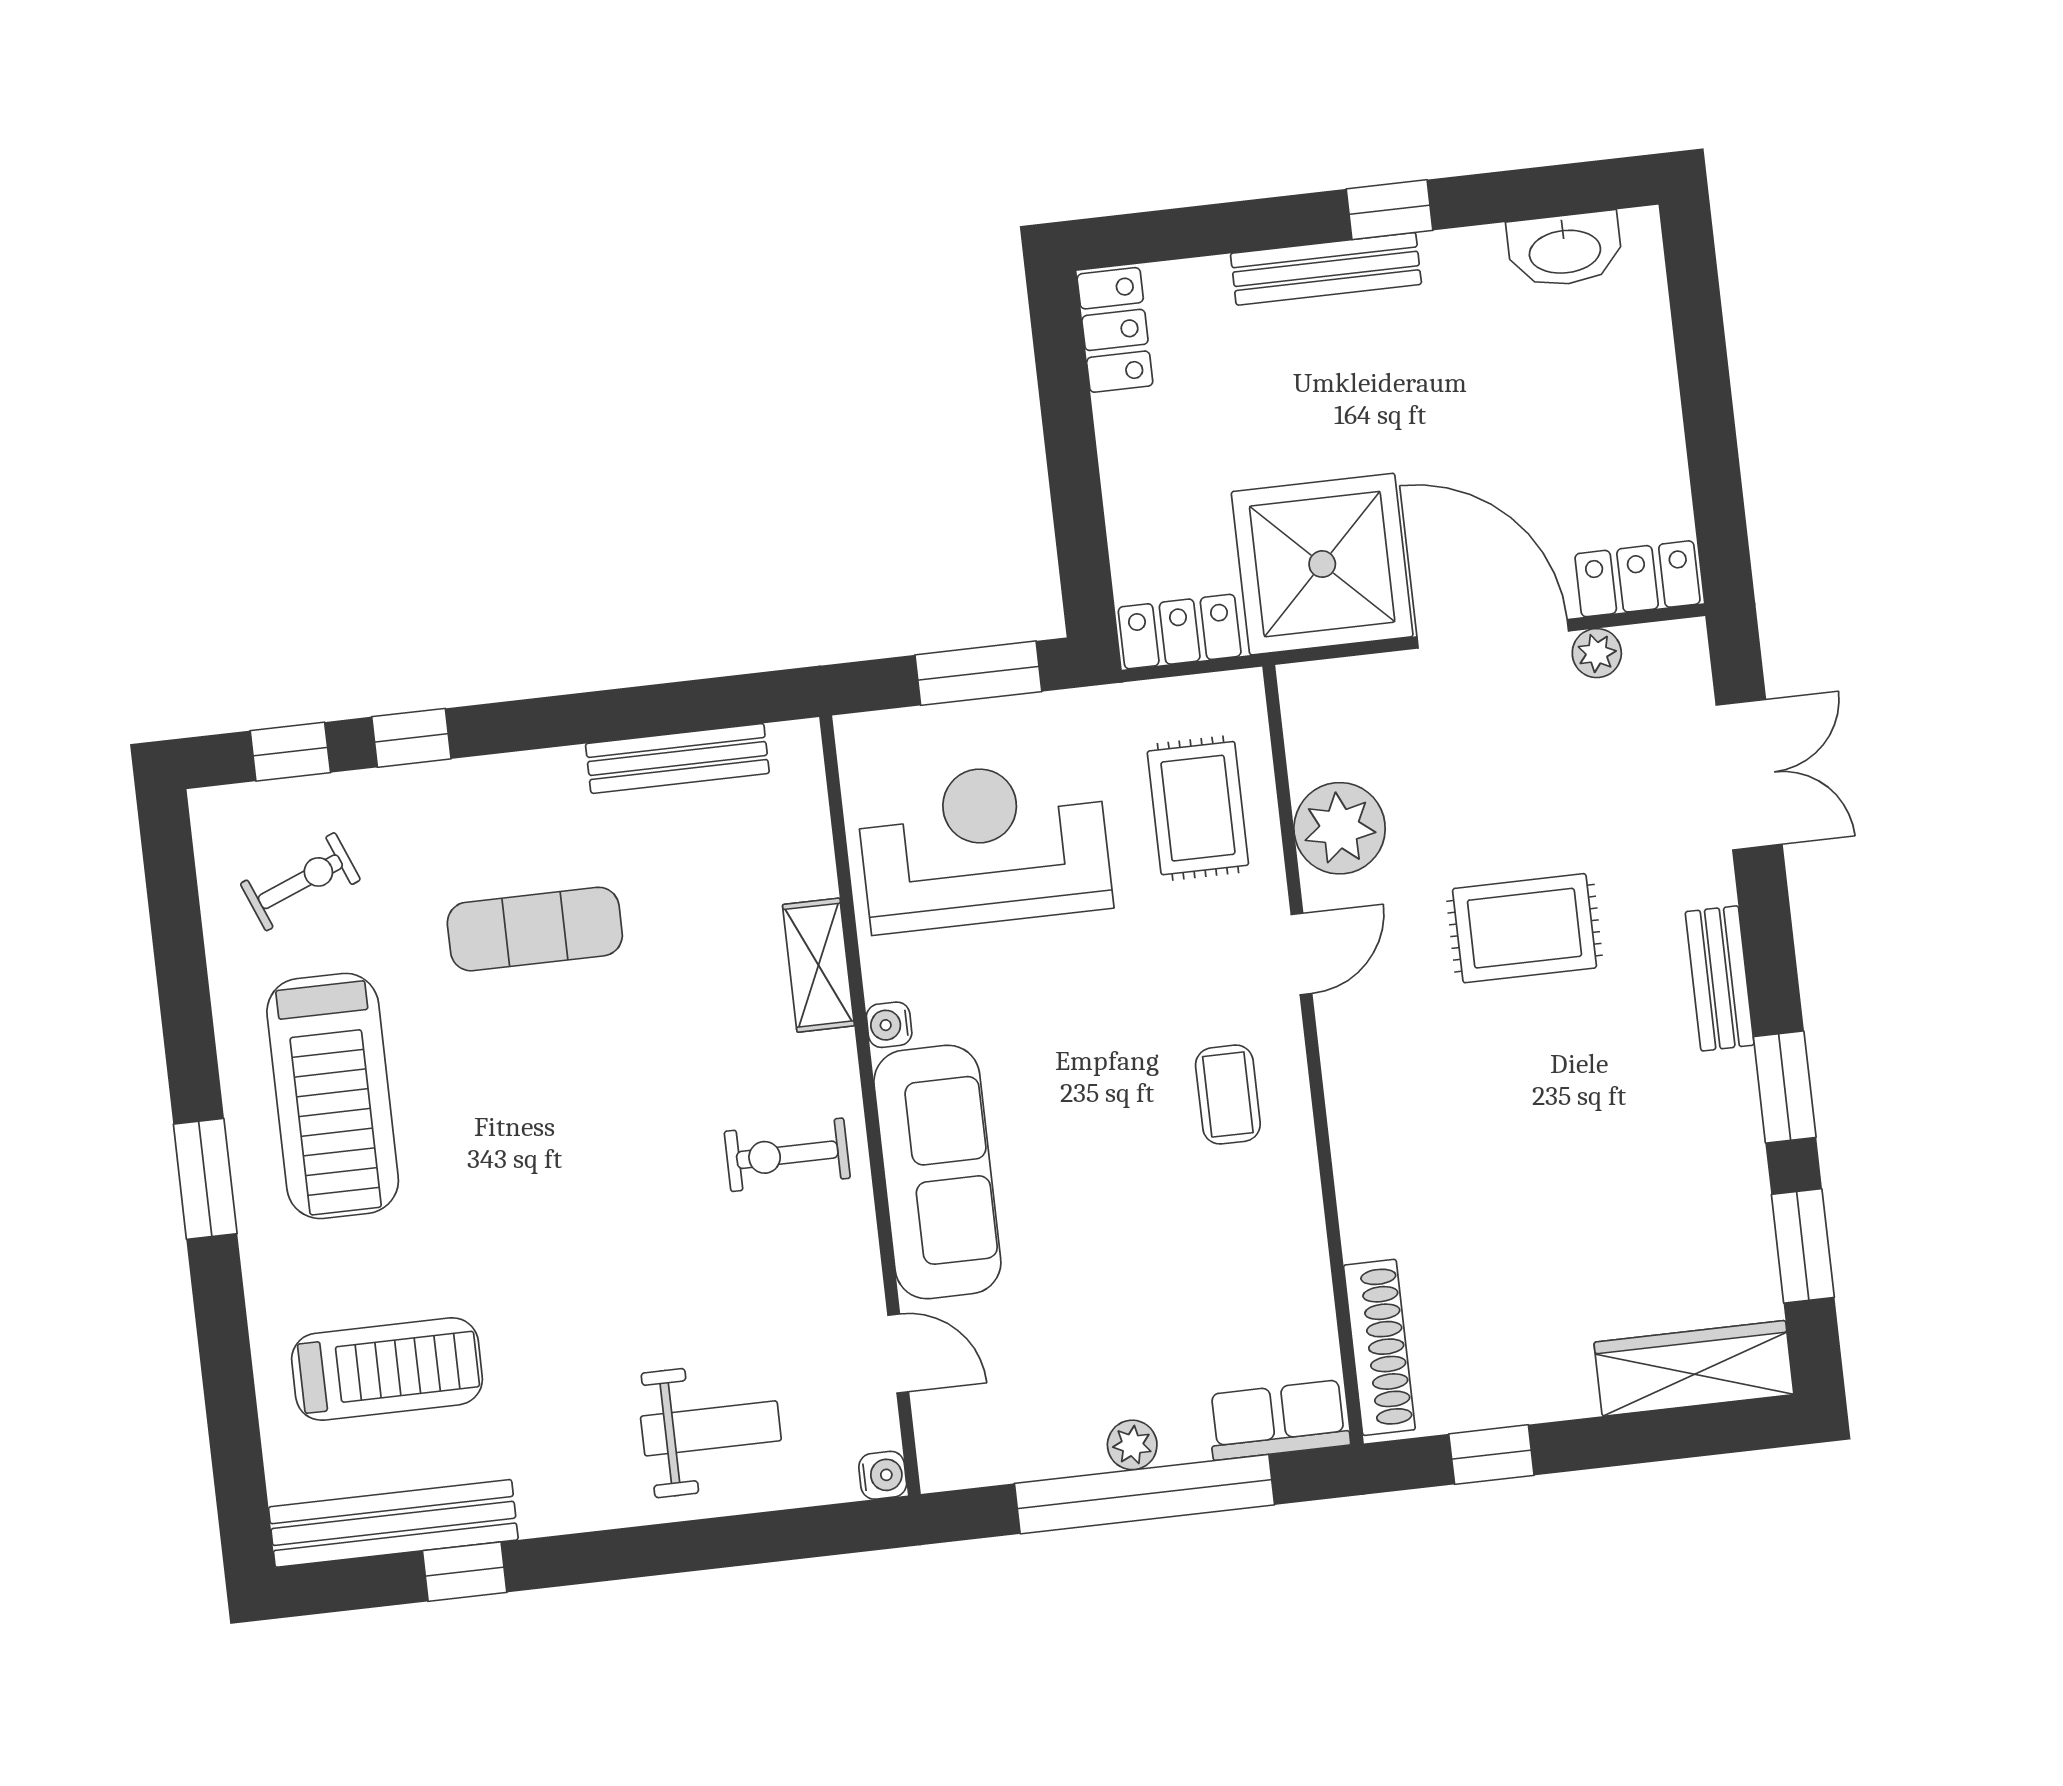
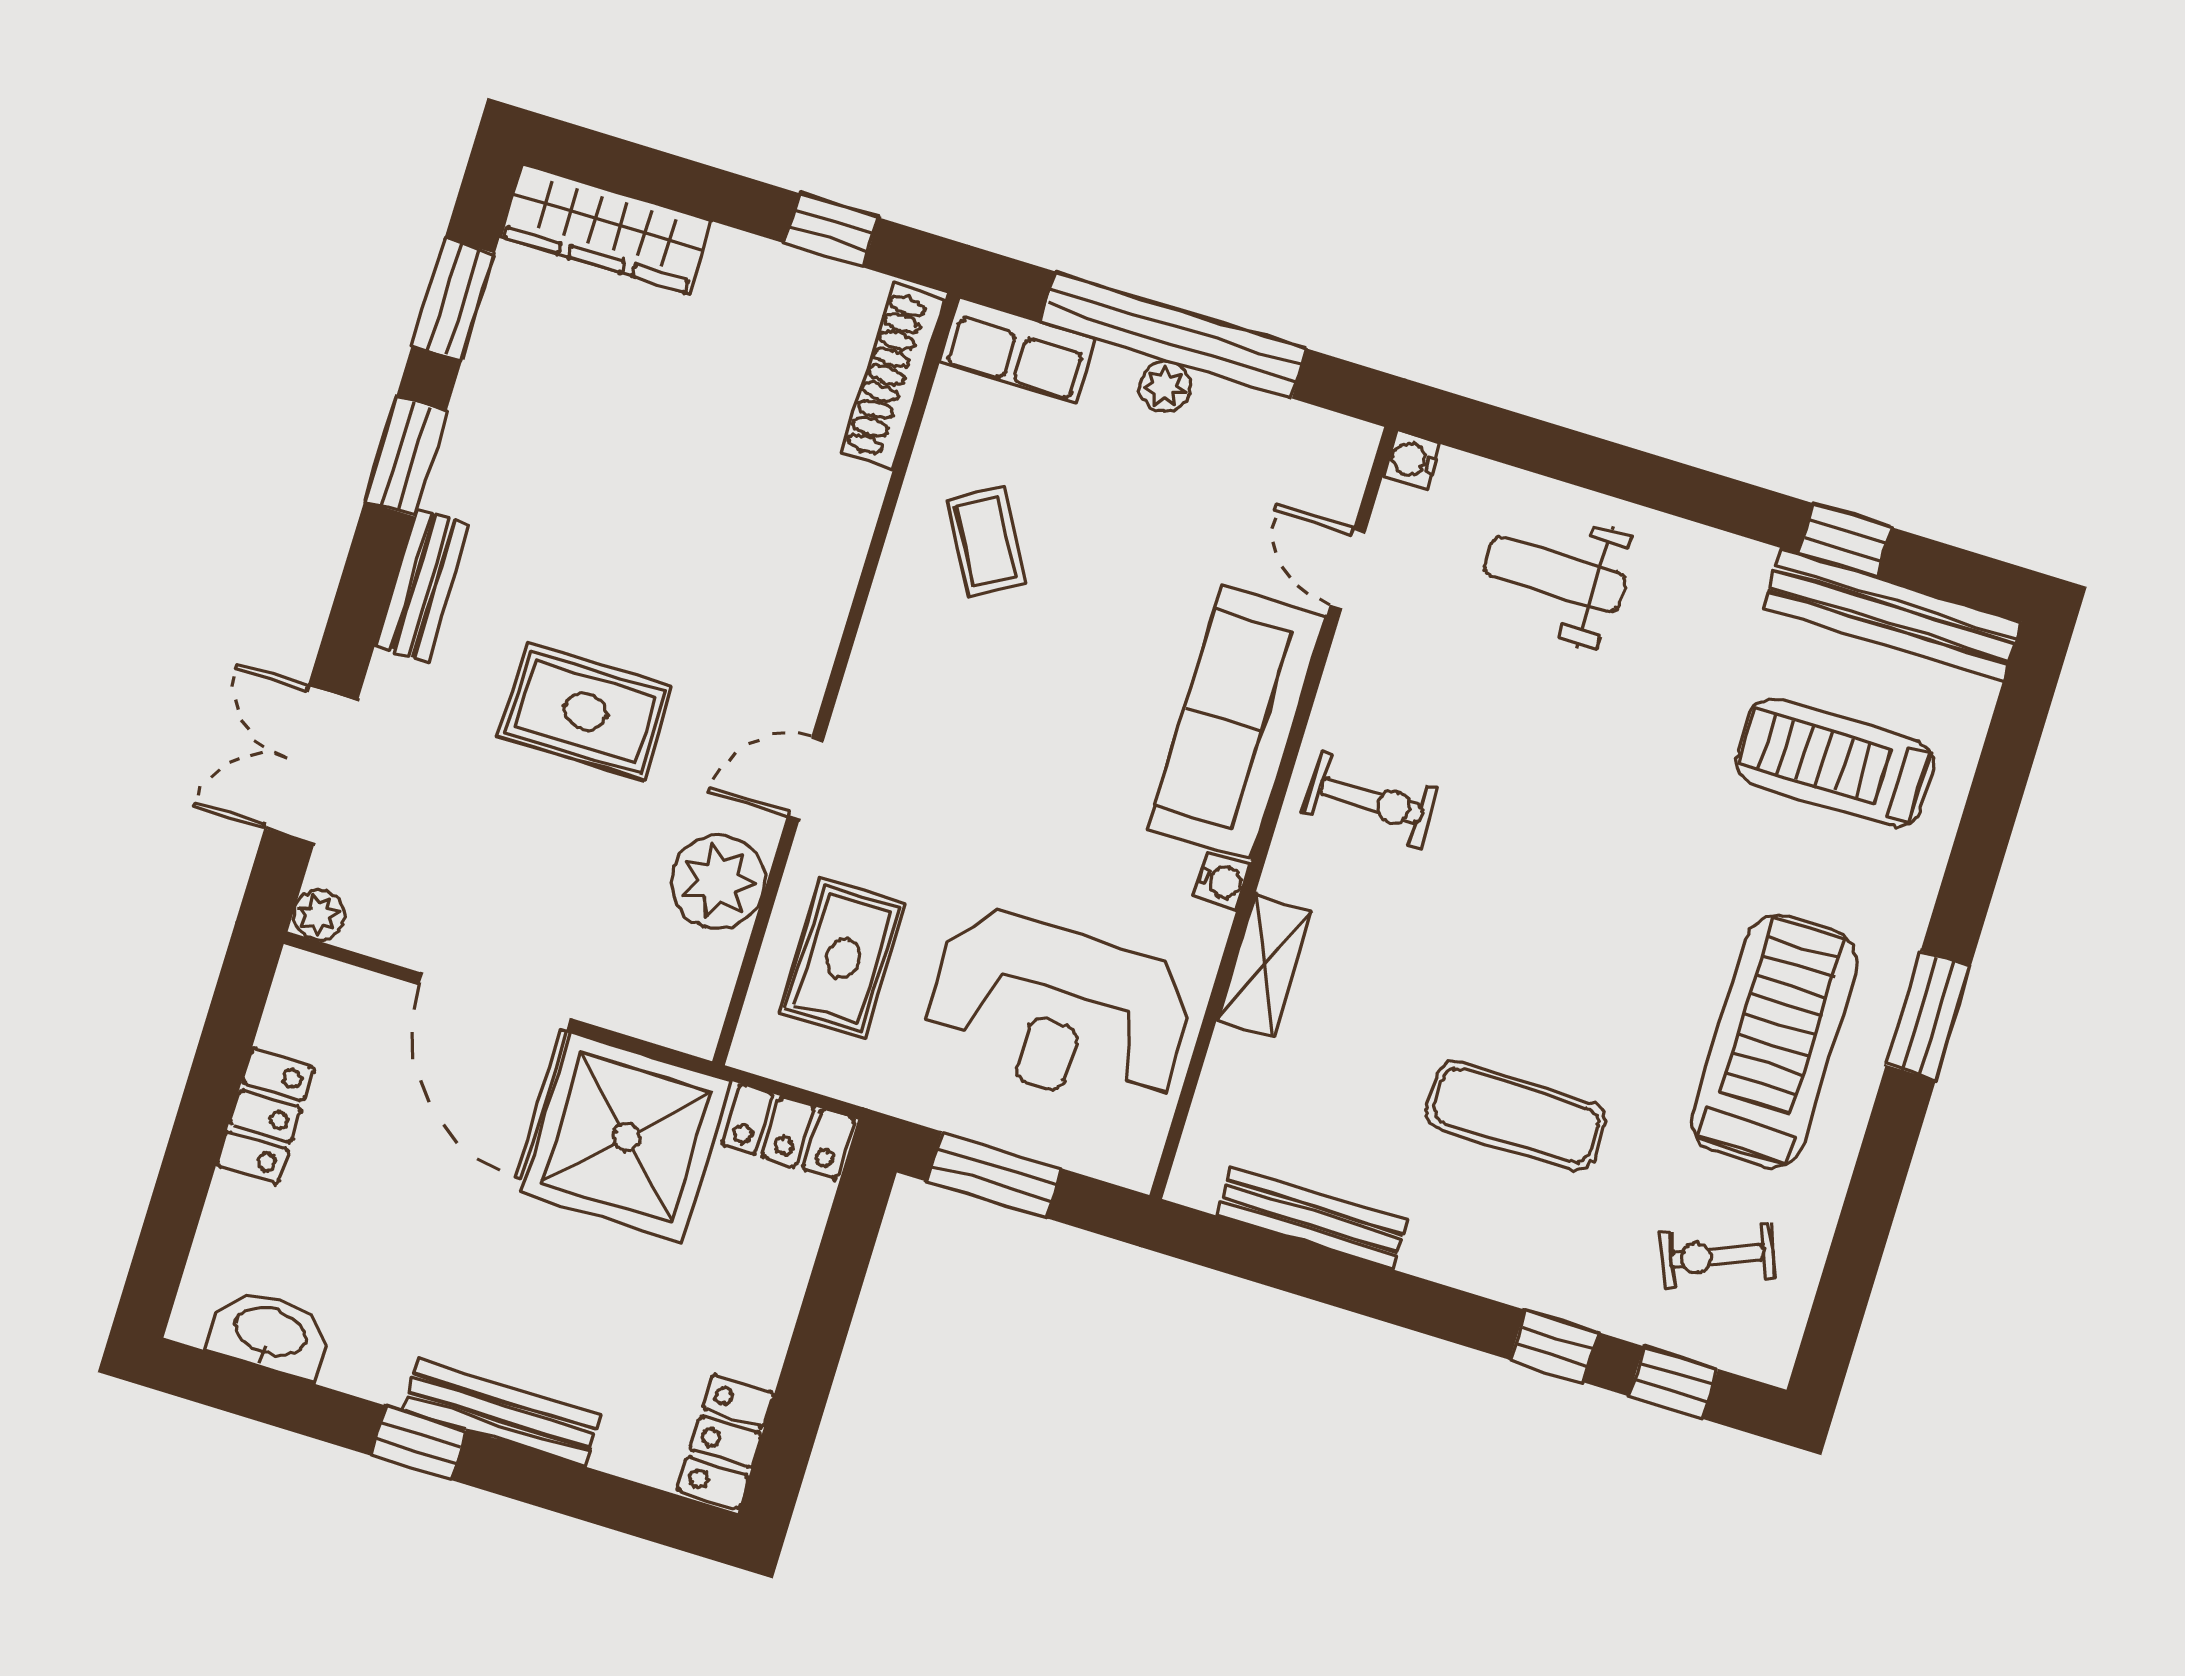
locker: (1638, 579) -> (265, 1116), moved, turned -90
plant: (1597, 653) -> (319, 915), moved
coffee table: (1228, 1095) -> (986, 542), moved, turned -30

